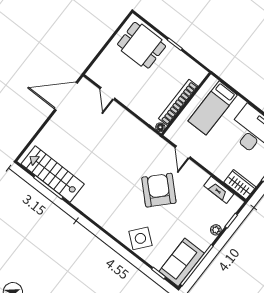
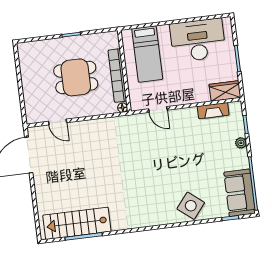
dining table: (142, 45) -> (76, 77), moved
armchair: (159, 190) -> (169, 156), removed

